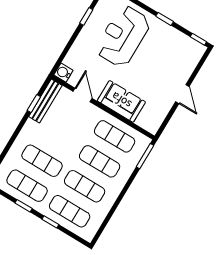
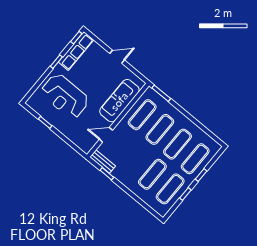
row of seats: (182, 41) -> (76, 51), added
water cooler: (63, 73) -> (86, 147), removed
bench: (45, 101) -> (103, 162), width x0.73
sofa: (121, 101) -> (119, 101), width x1.36

